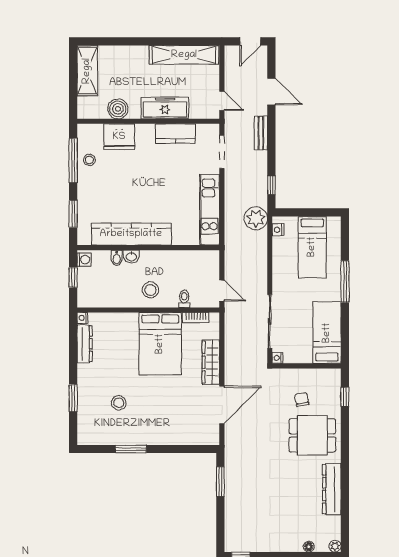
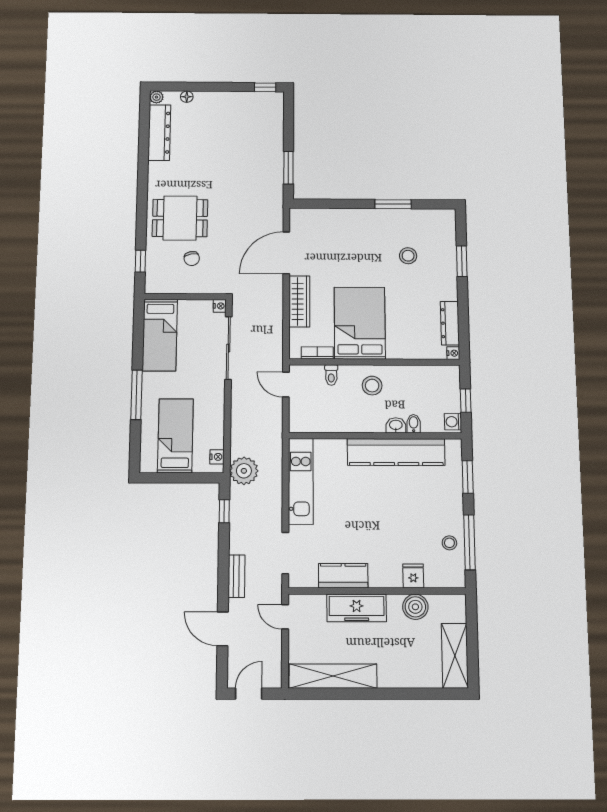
fridge: (119, 137) -> (413, 576), width x0.53, depth x0.75
dresser: (332, 489) -> (159, 133), moved

